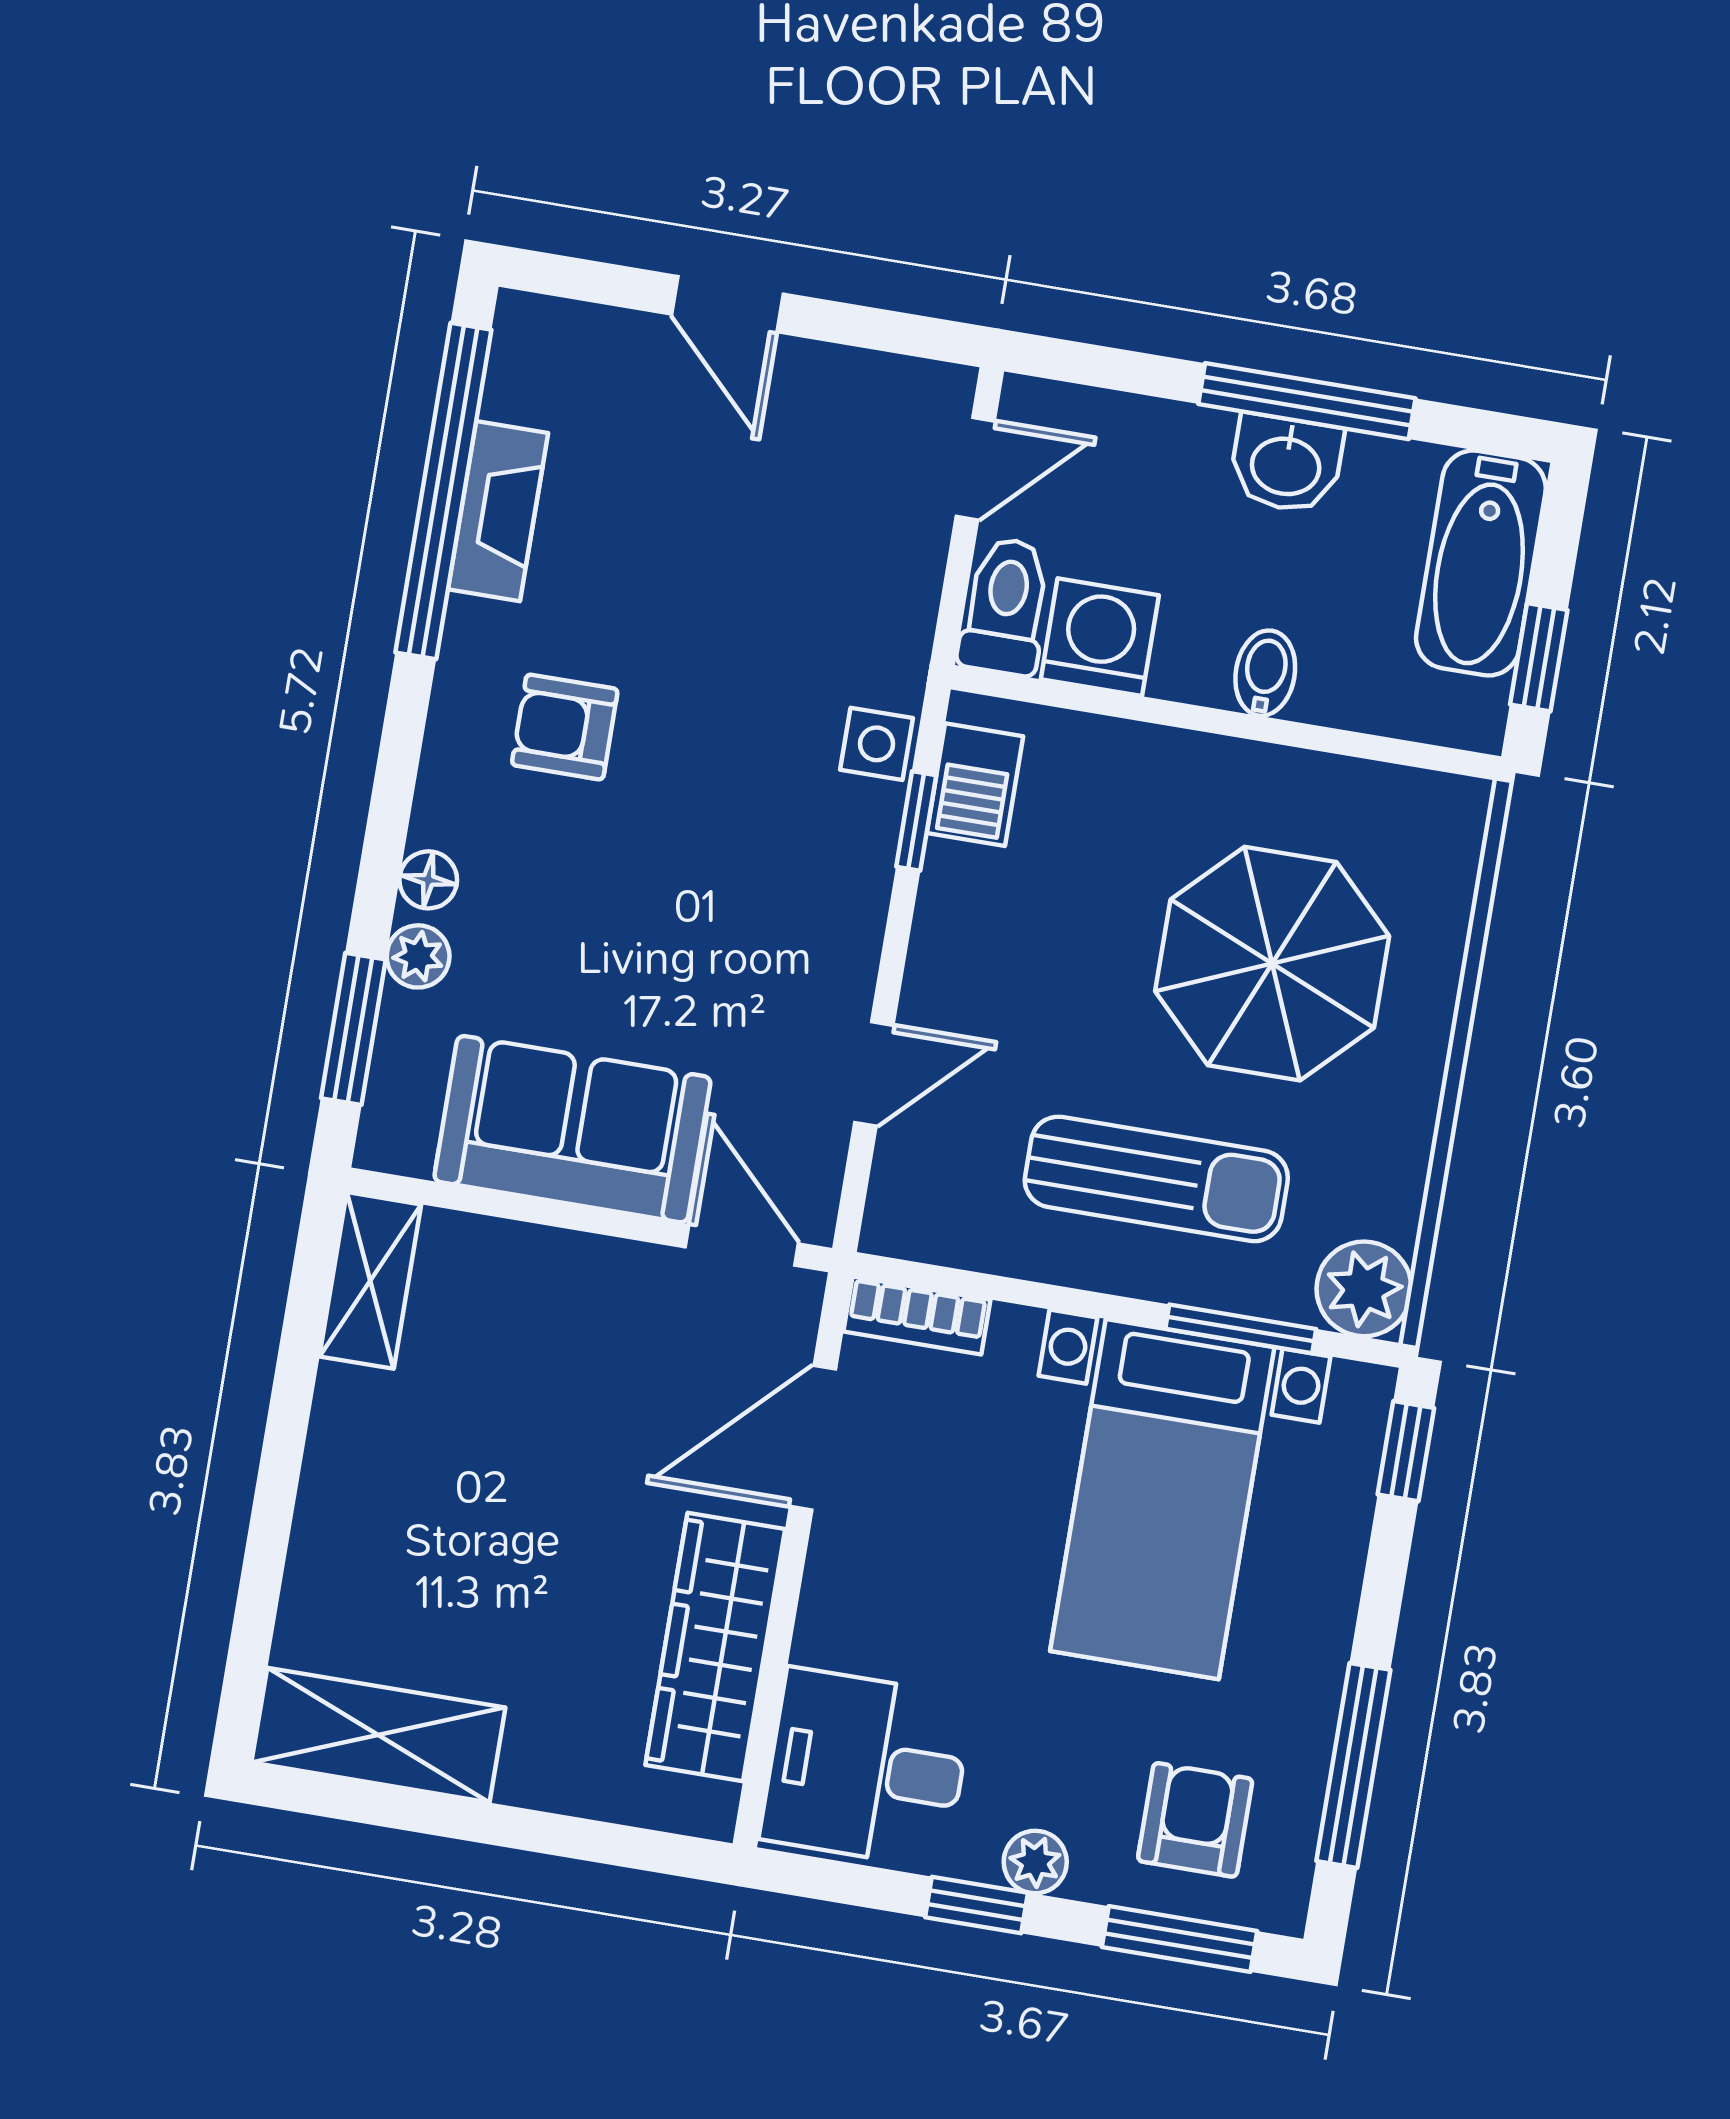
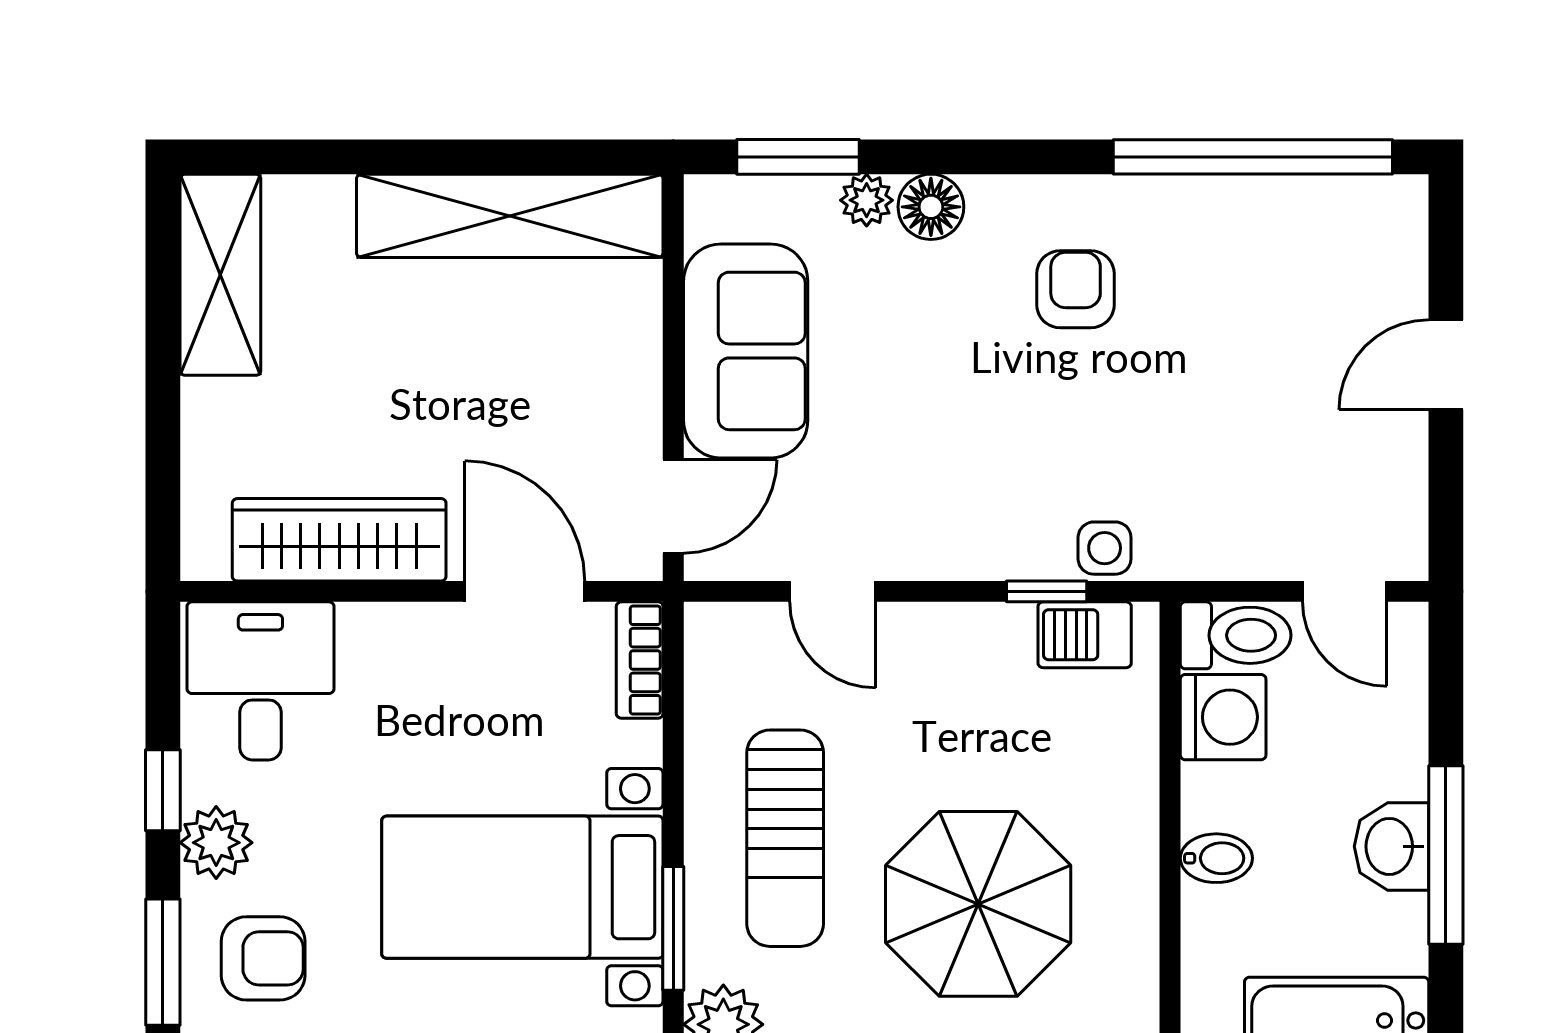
fireplace: (498, 511) -> (1244, 205), removed
floor lamp: (428, 880) -> (931, 207), width x1.37, depth x1.37
shelving: (370, 1280) -> (510, 216), width x2.20, depth x1.33
plant: (1035, 1862) -> (216, 843), width x1.38, depth x1.38

